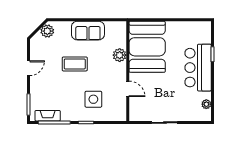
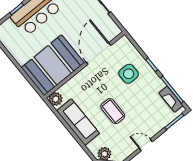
sofa: (88, 31) -> (78, 122), width x1.36
plant: (120, 55) -> (56, 99), moved
door: (128, 89) -> (98, 53), width x1.88

